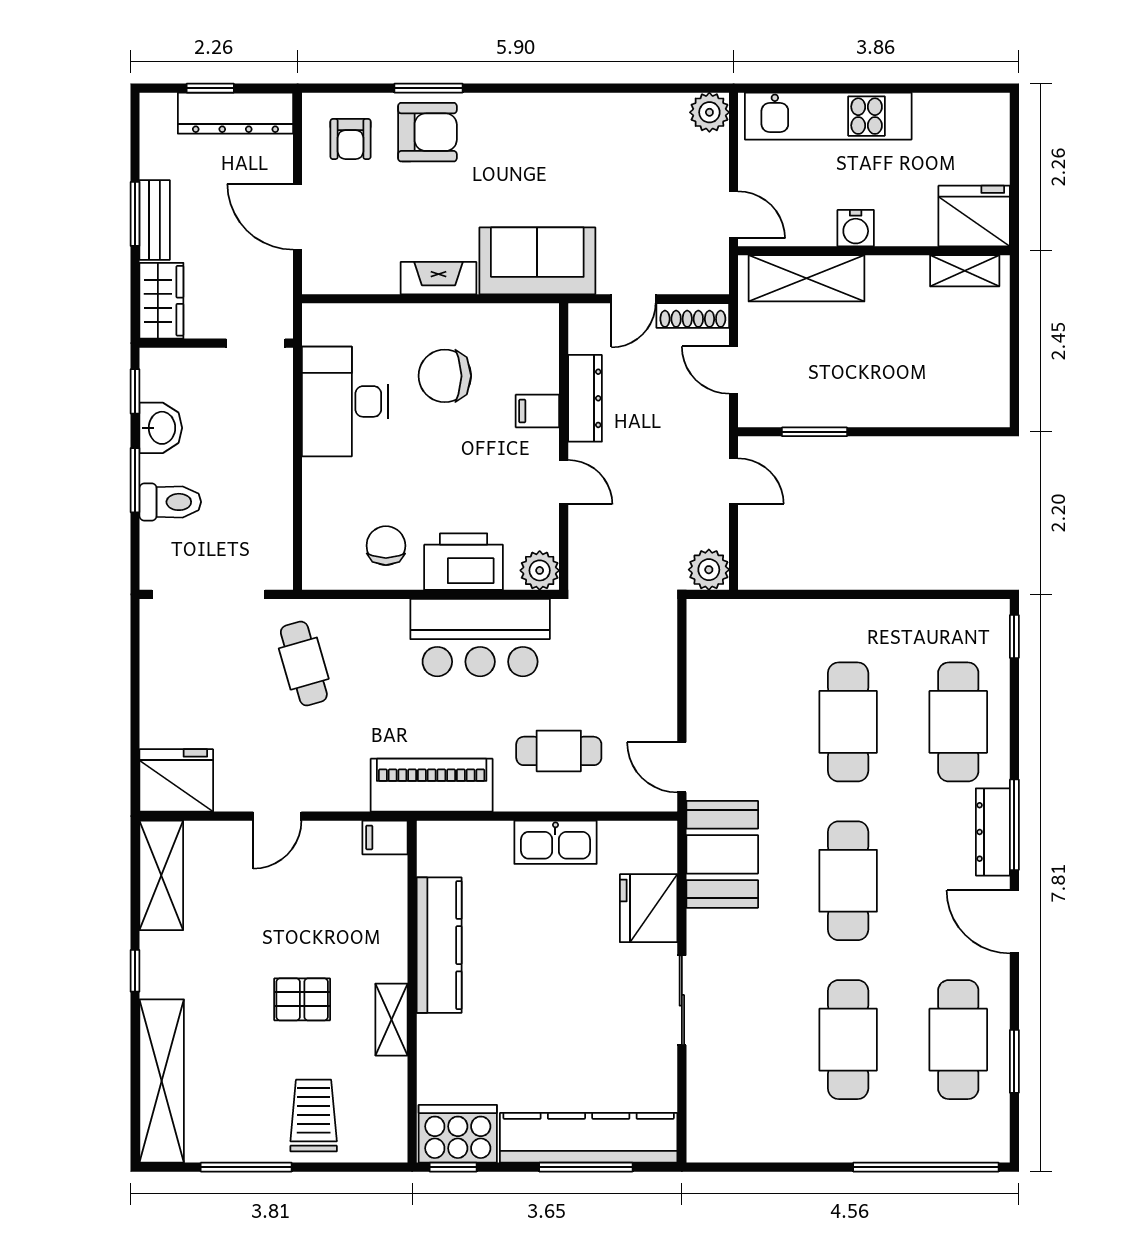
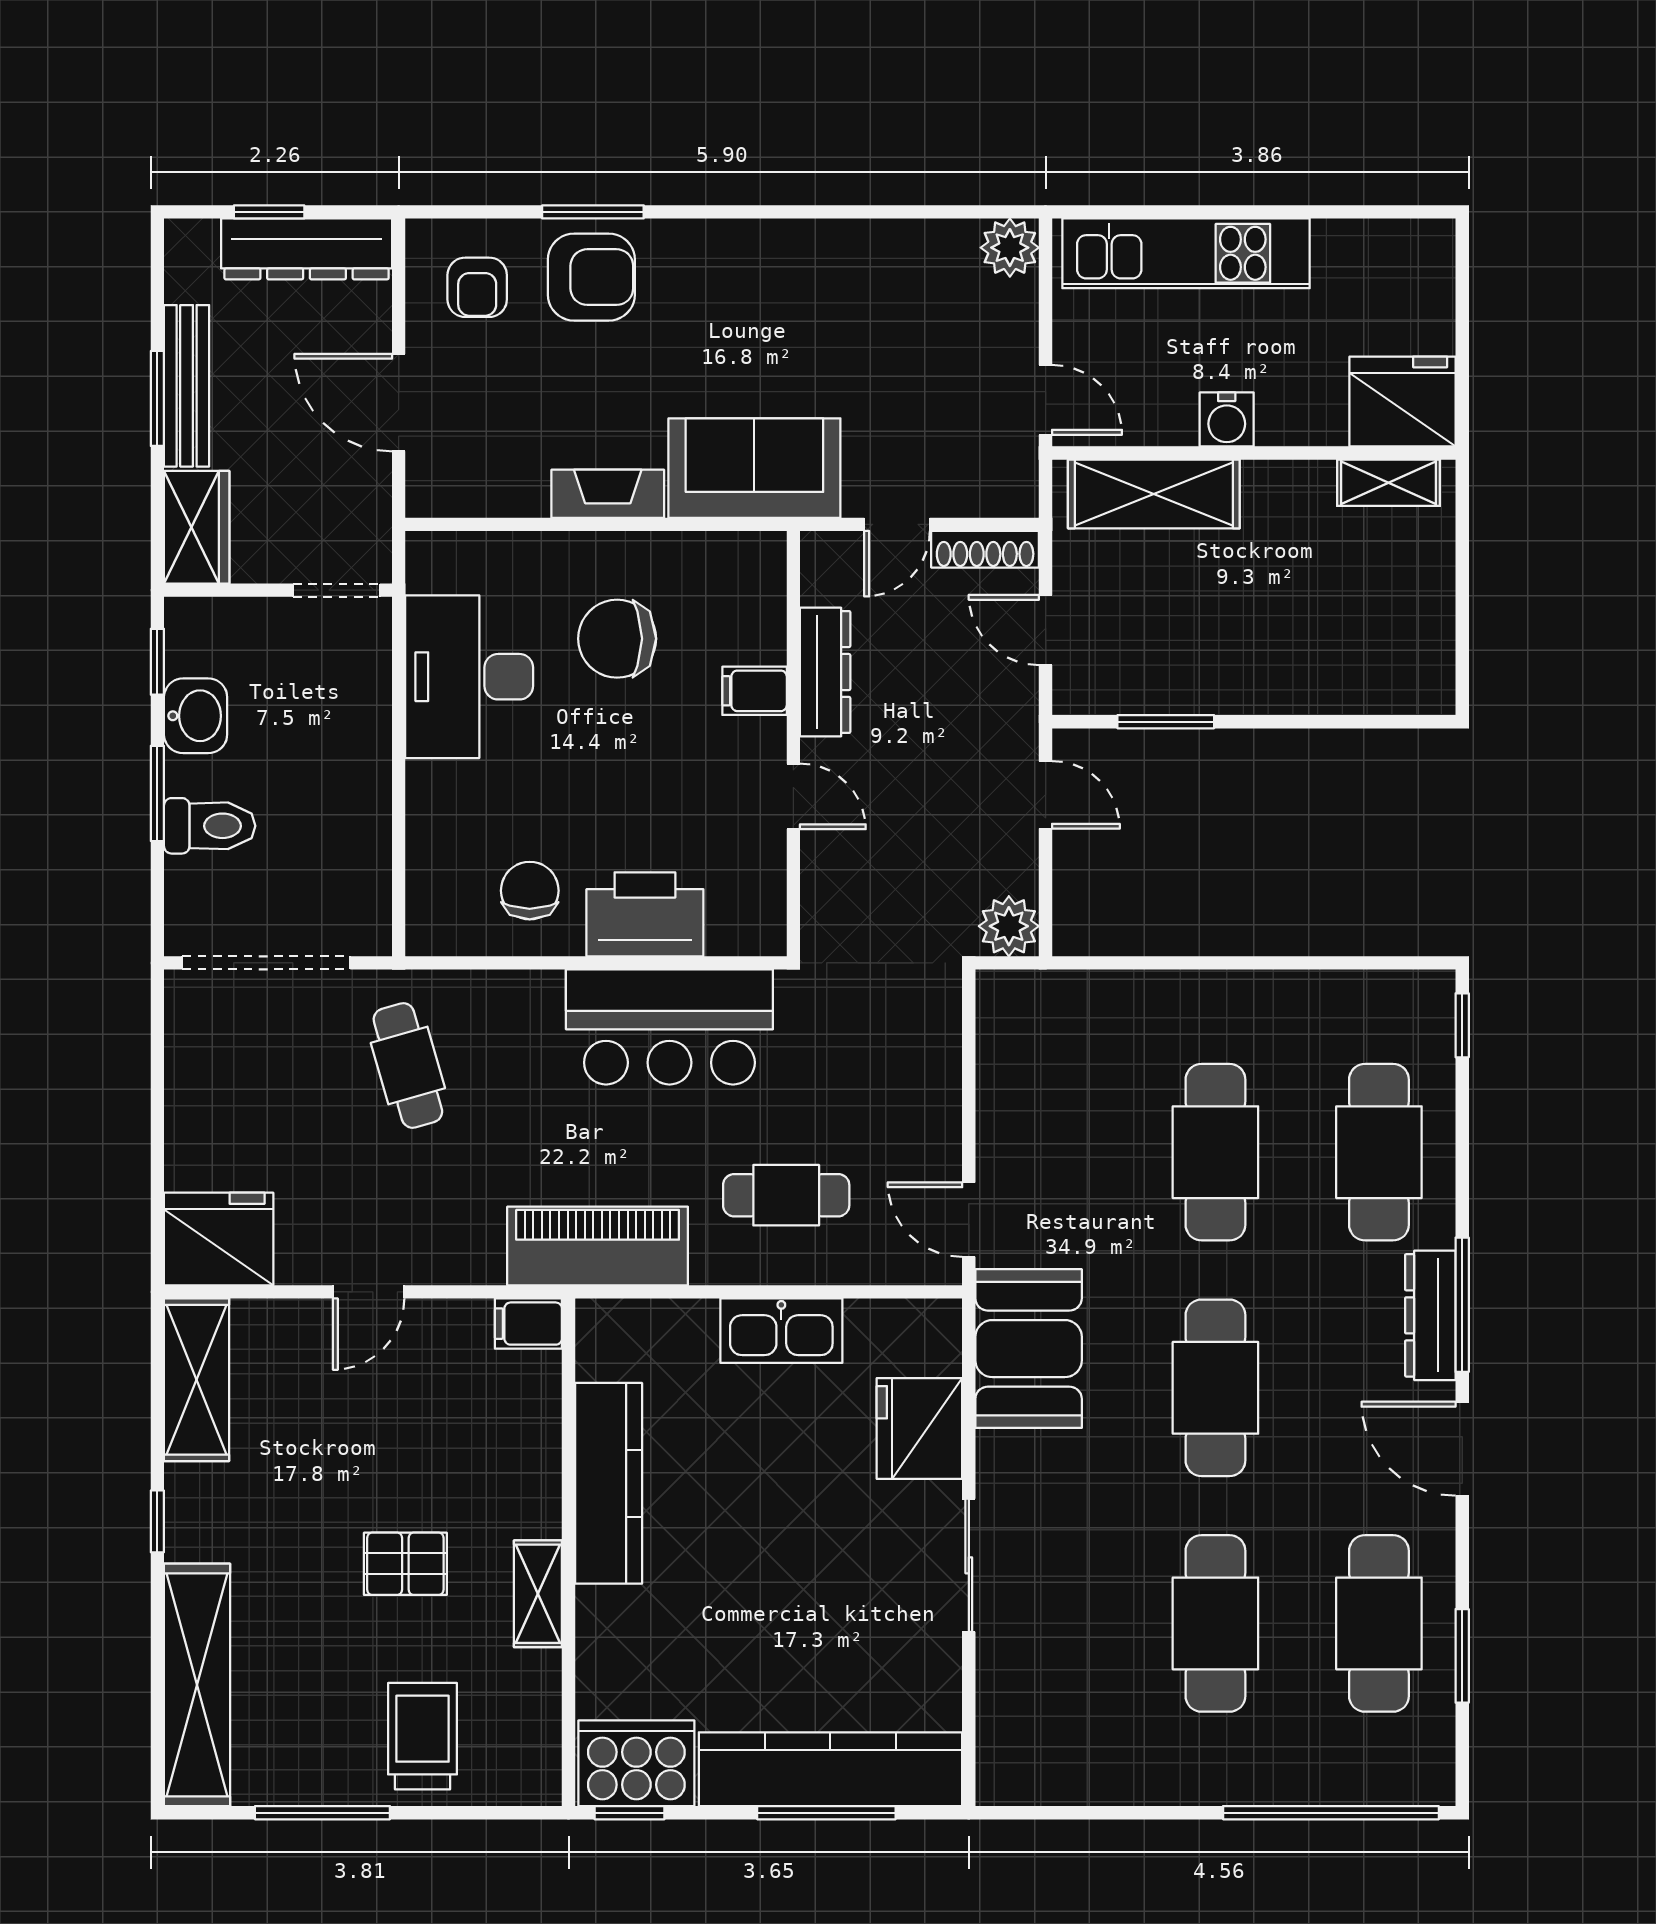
bench: (155, 220) -> (187, 386), width x1.36
plant: (540, 570) -> (758, 927), removed

